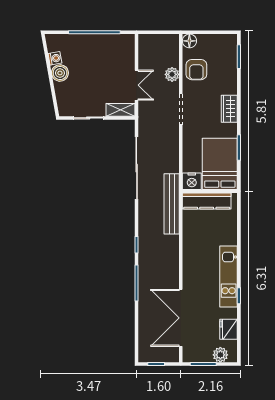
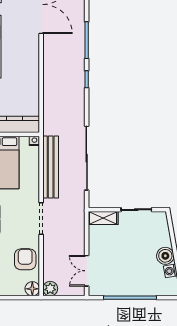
plant: (172, 74) -> (50, 289), moved
double door: (137, 85) -> (87, 271), moved
nightstand: (192, 181) -> (34, 141), width x0.53, depth x0.56
bench: (172, 204) -> (51, 167), moved

